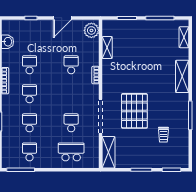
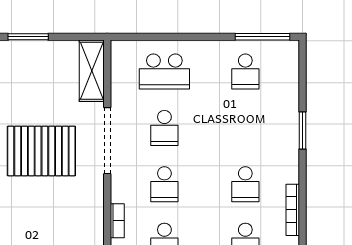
pallet: (134, 111) -> (41, 151), turned 90
school desk: (30, 123) -> (164, 184), moved

